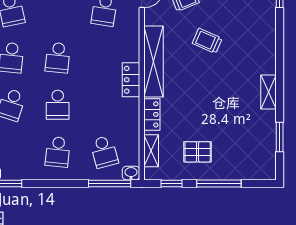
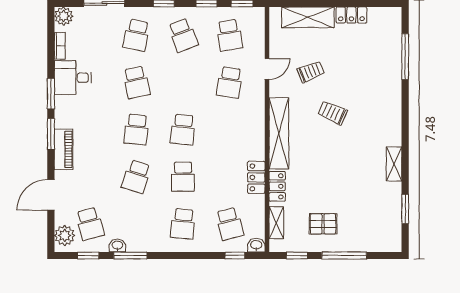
locker: (131, 80) -> (256, 177), moved
window: (110, 184) -> (235, 256), width x0.46

